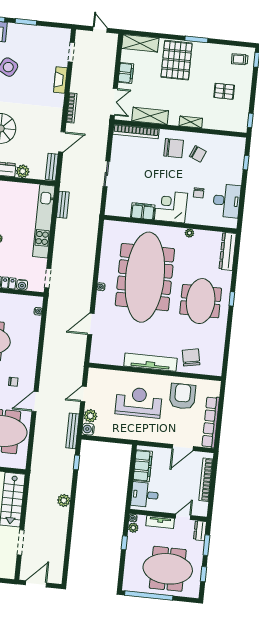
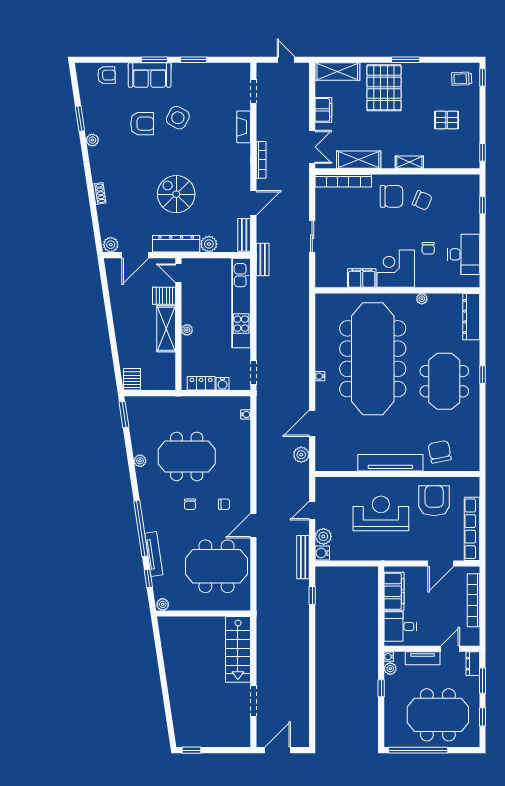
bench: (63, 205) -> (263, 259), moved
plant: (64, 500) -> (301, 455), moved

